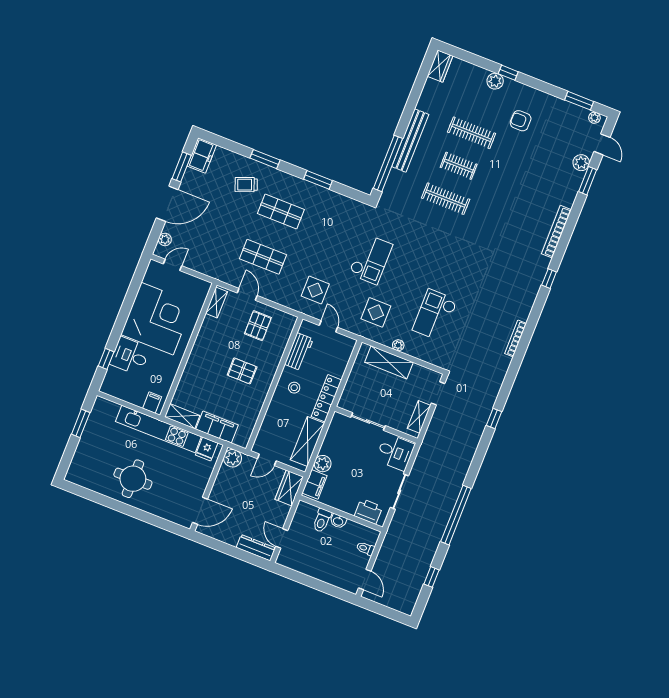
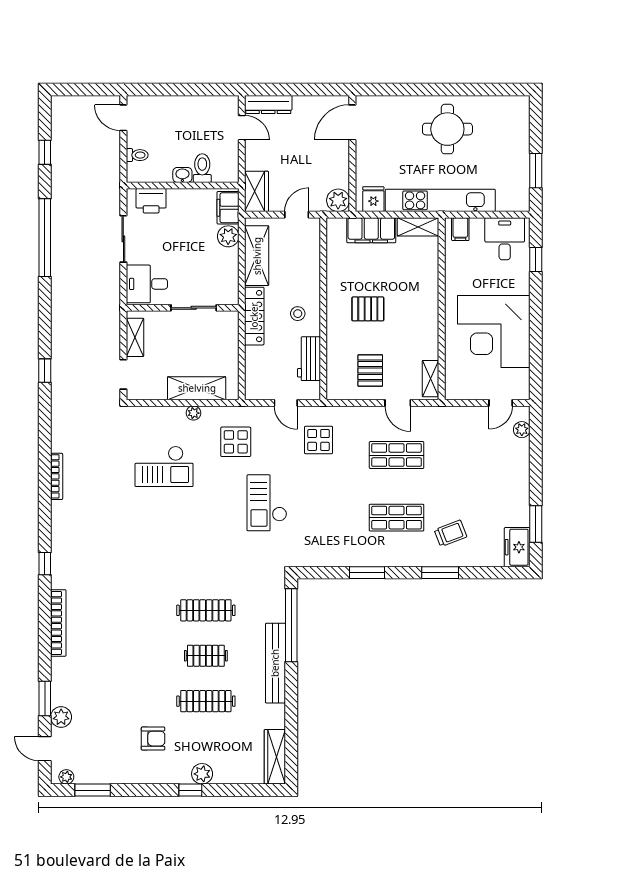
wardrobe: (440, 66) -> (275, 757), width x1.50
door: (167, 204) -> (536, 473), removed
checkout: (435, 315) -> (164, 466), turned 90
desk: (130, 356) -> (505, 239), moved, turned -90

